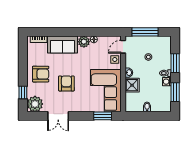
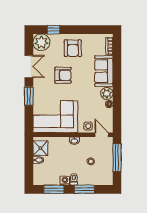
shower: (132, 85) -> (40, 148), moved
double door: (58, 116) -> (29, 67), swing flipped
window: (103, 116) -> (29, 96), moved

